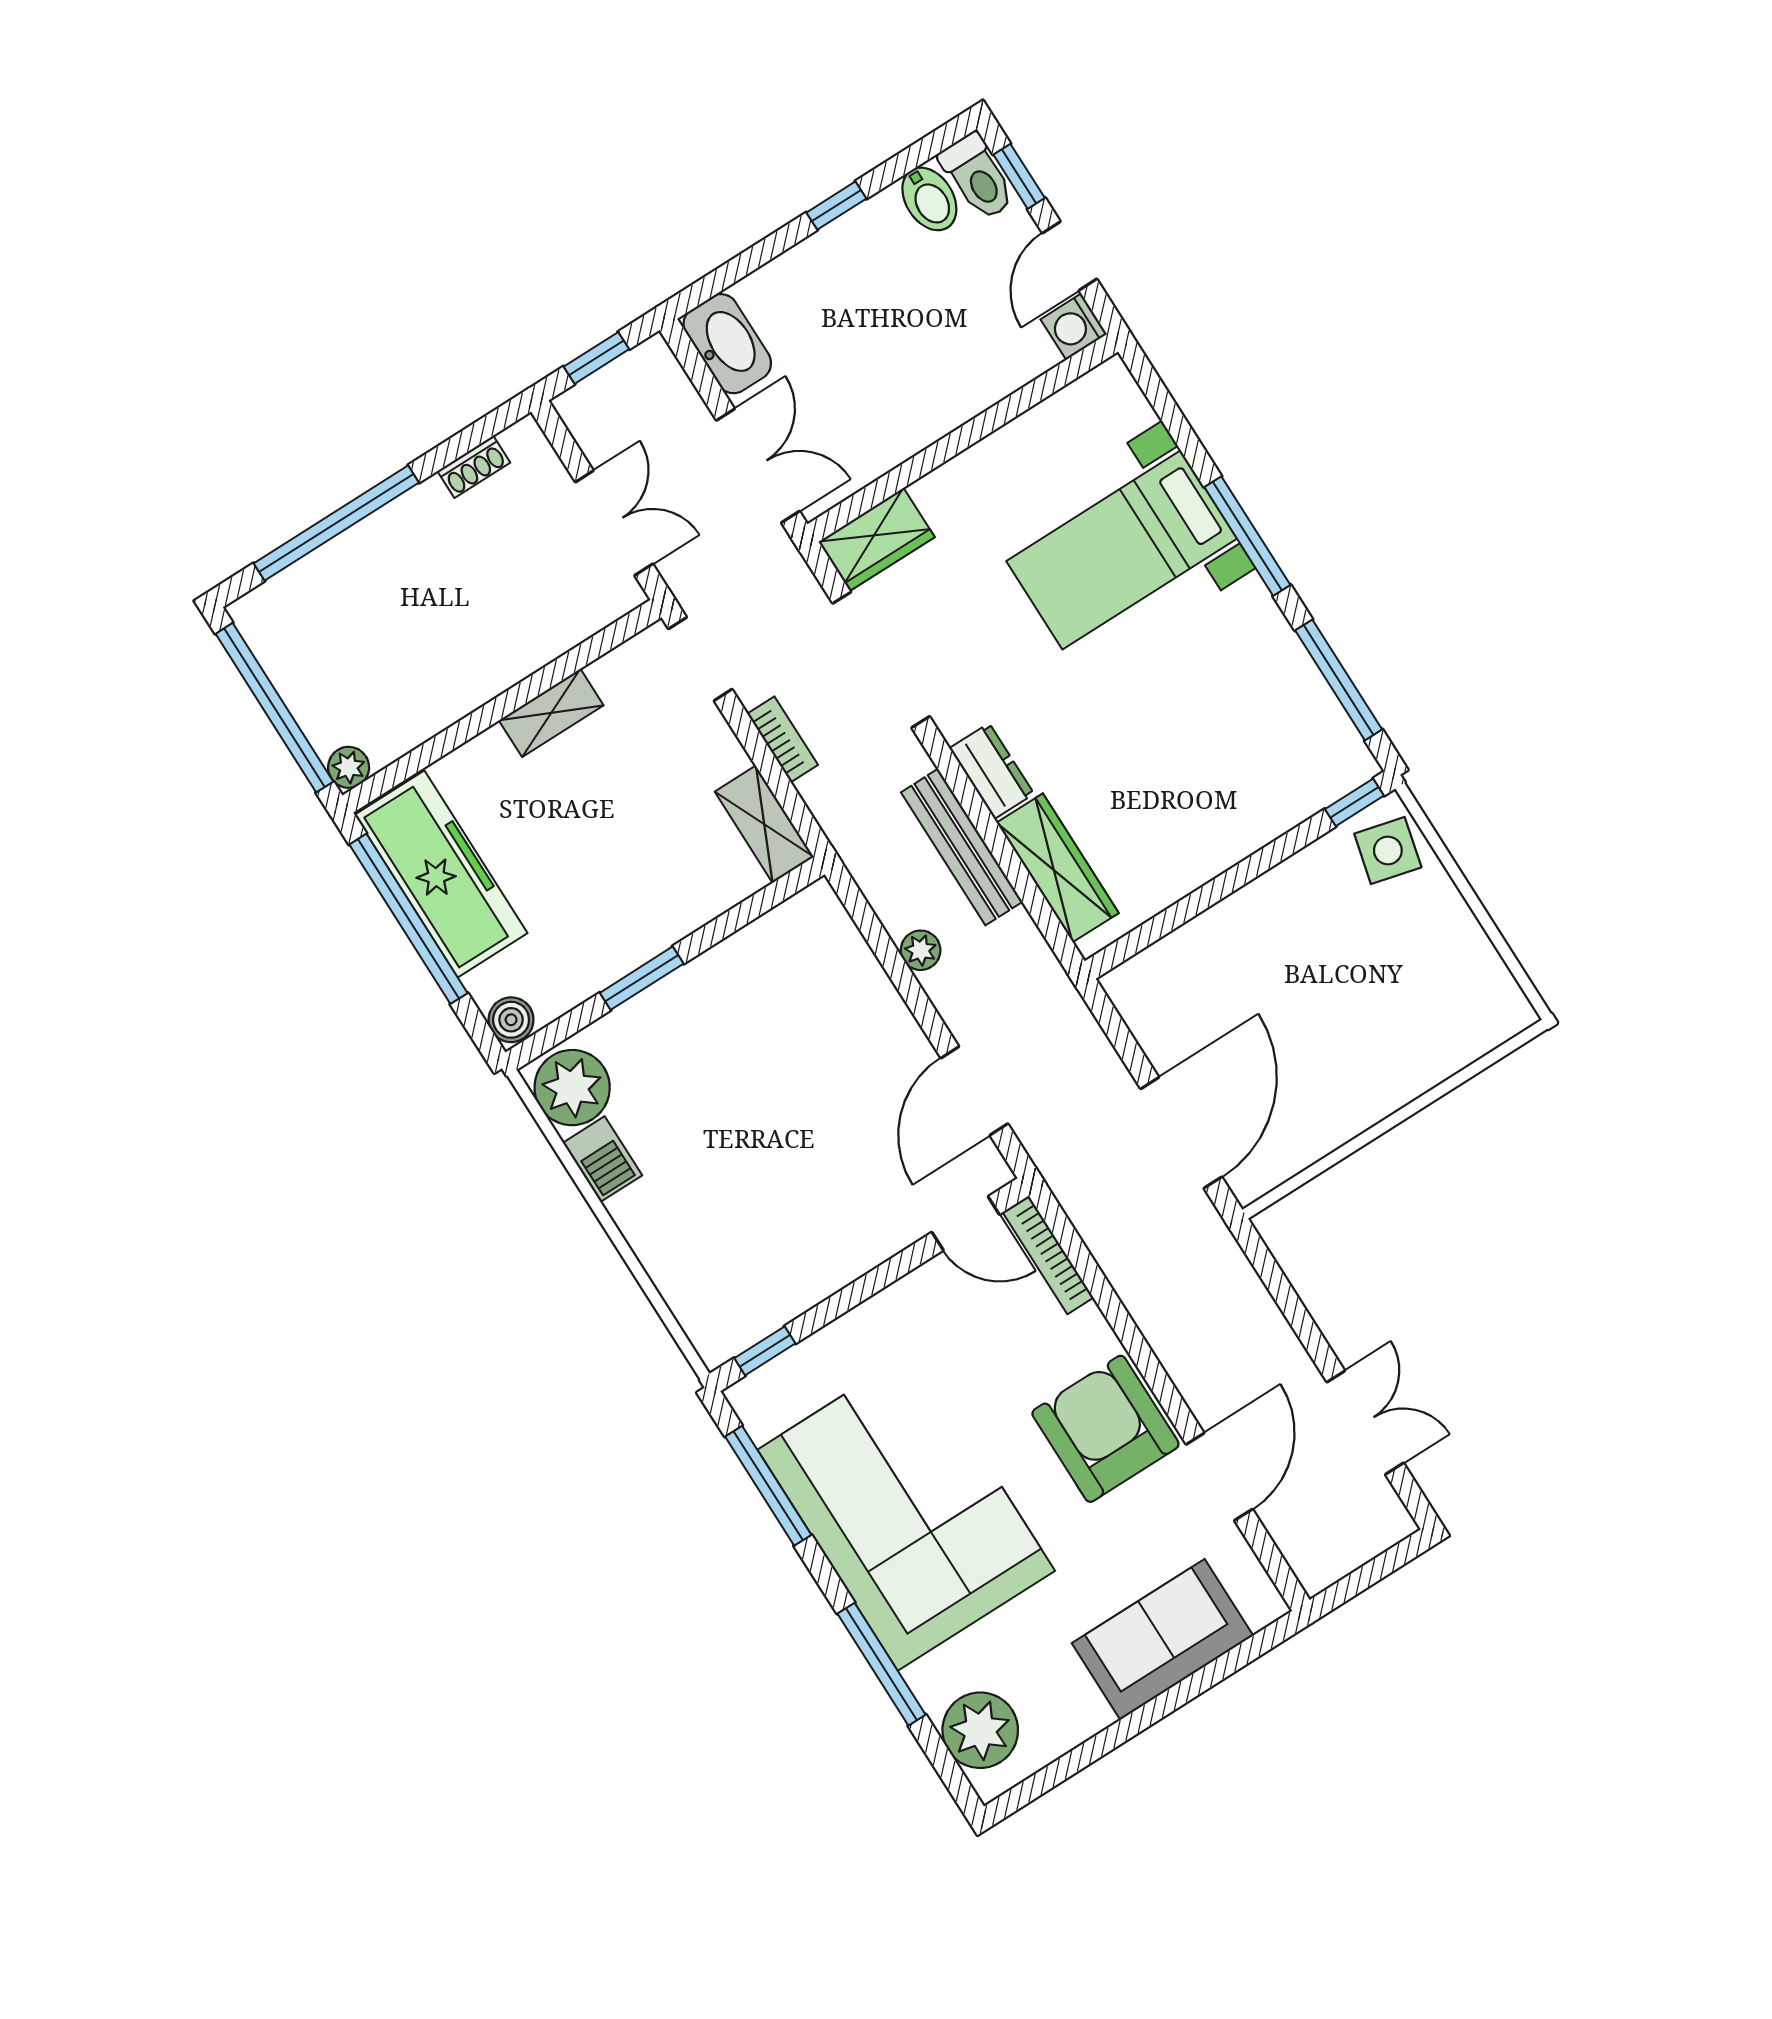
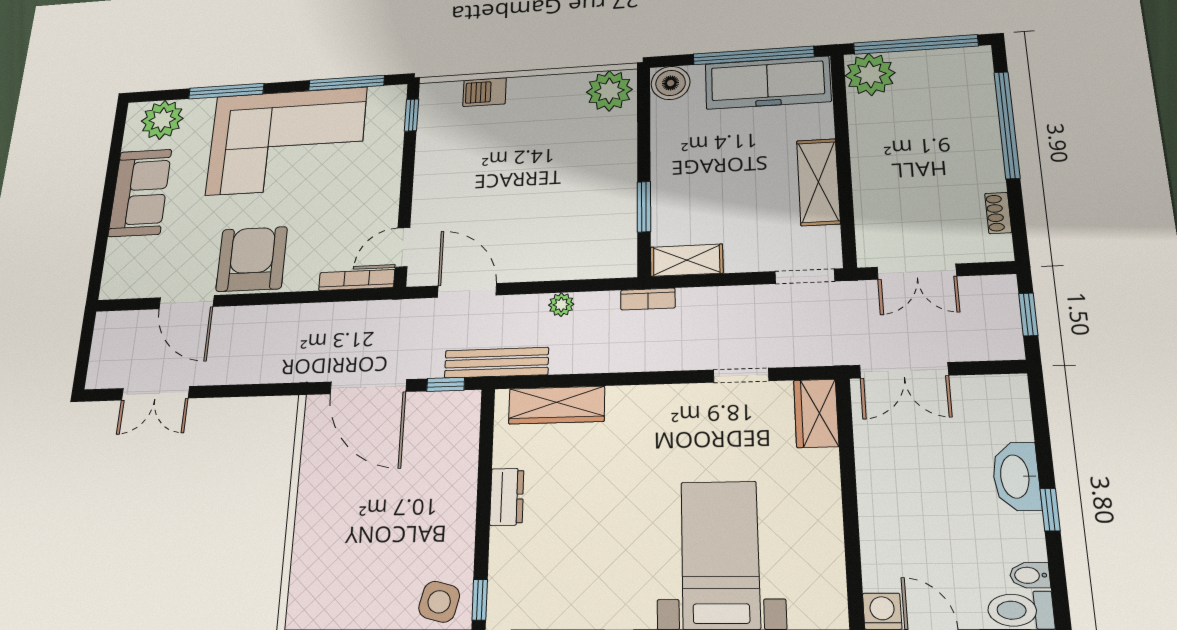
bidet: (929, 199) -> (1030, 575), width x0.72, depth x0.74
washbasin: (727, 344) -> (1016, 476), moved, turned 90
doorway: (881, 660) -> (741, 375), width x0.53
shelving: (551, 713) -> (818, 182), width x1.50, depth x1.33
bookcase: (783, 739) -> (648, 299), moved
plant: (349, 767) -> (870, 74), width x1.88, depth x1.88
dresser: (992, 771) -> (507, 497), moved, turned -90
bench: (962, 847) -> (496, 363), moved
window: (642, 978) -> (644, 207), moved
boiler: (511, 1020) -> (671, 83), width x1.36, depth x1.36
window: (1117, 1031) -> (446, 384), added
barbecue: (602, 1159) -> (485, 92), moved
armchair: (1105, 1429) -> (252, 259), turned -90
sofa: (1162, 1639) -> (140, 193), moved

